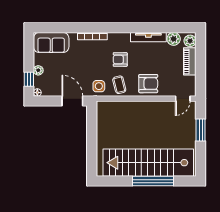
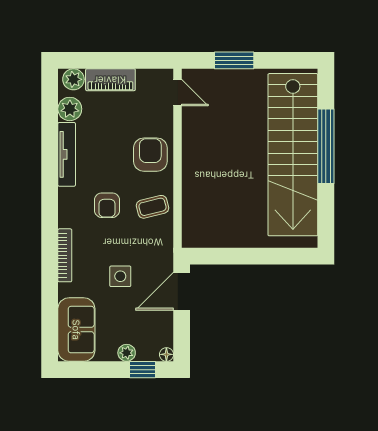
side table: (99, 86) -> (120, 276), moved

